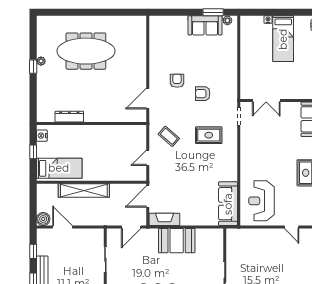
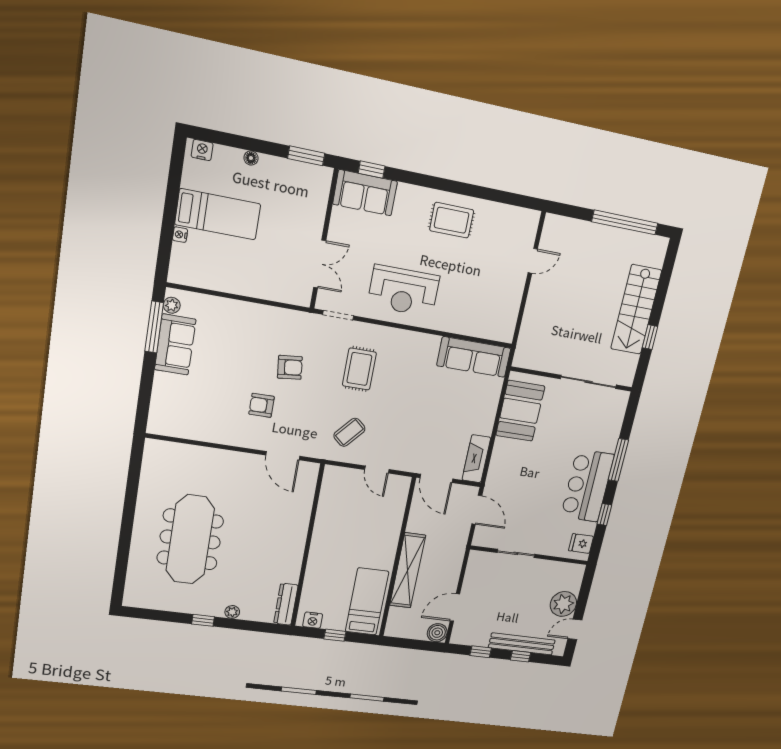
window: (213, 12) -> (154, 327), width x1.44
plant: (41, 61) -> (232, 612), moved
armchair: (203, 94) -> (290, 367), turned -96
dresser: (69, 117) -> (286, 604), moved
reception desk: (262, 201) -> (403, 291), moved
booth: (177, 241) -> (520, 411), moved

